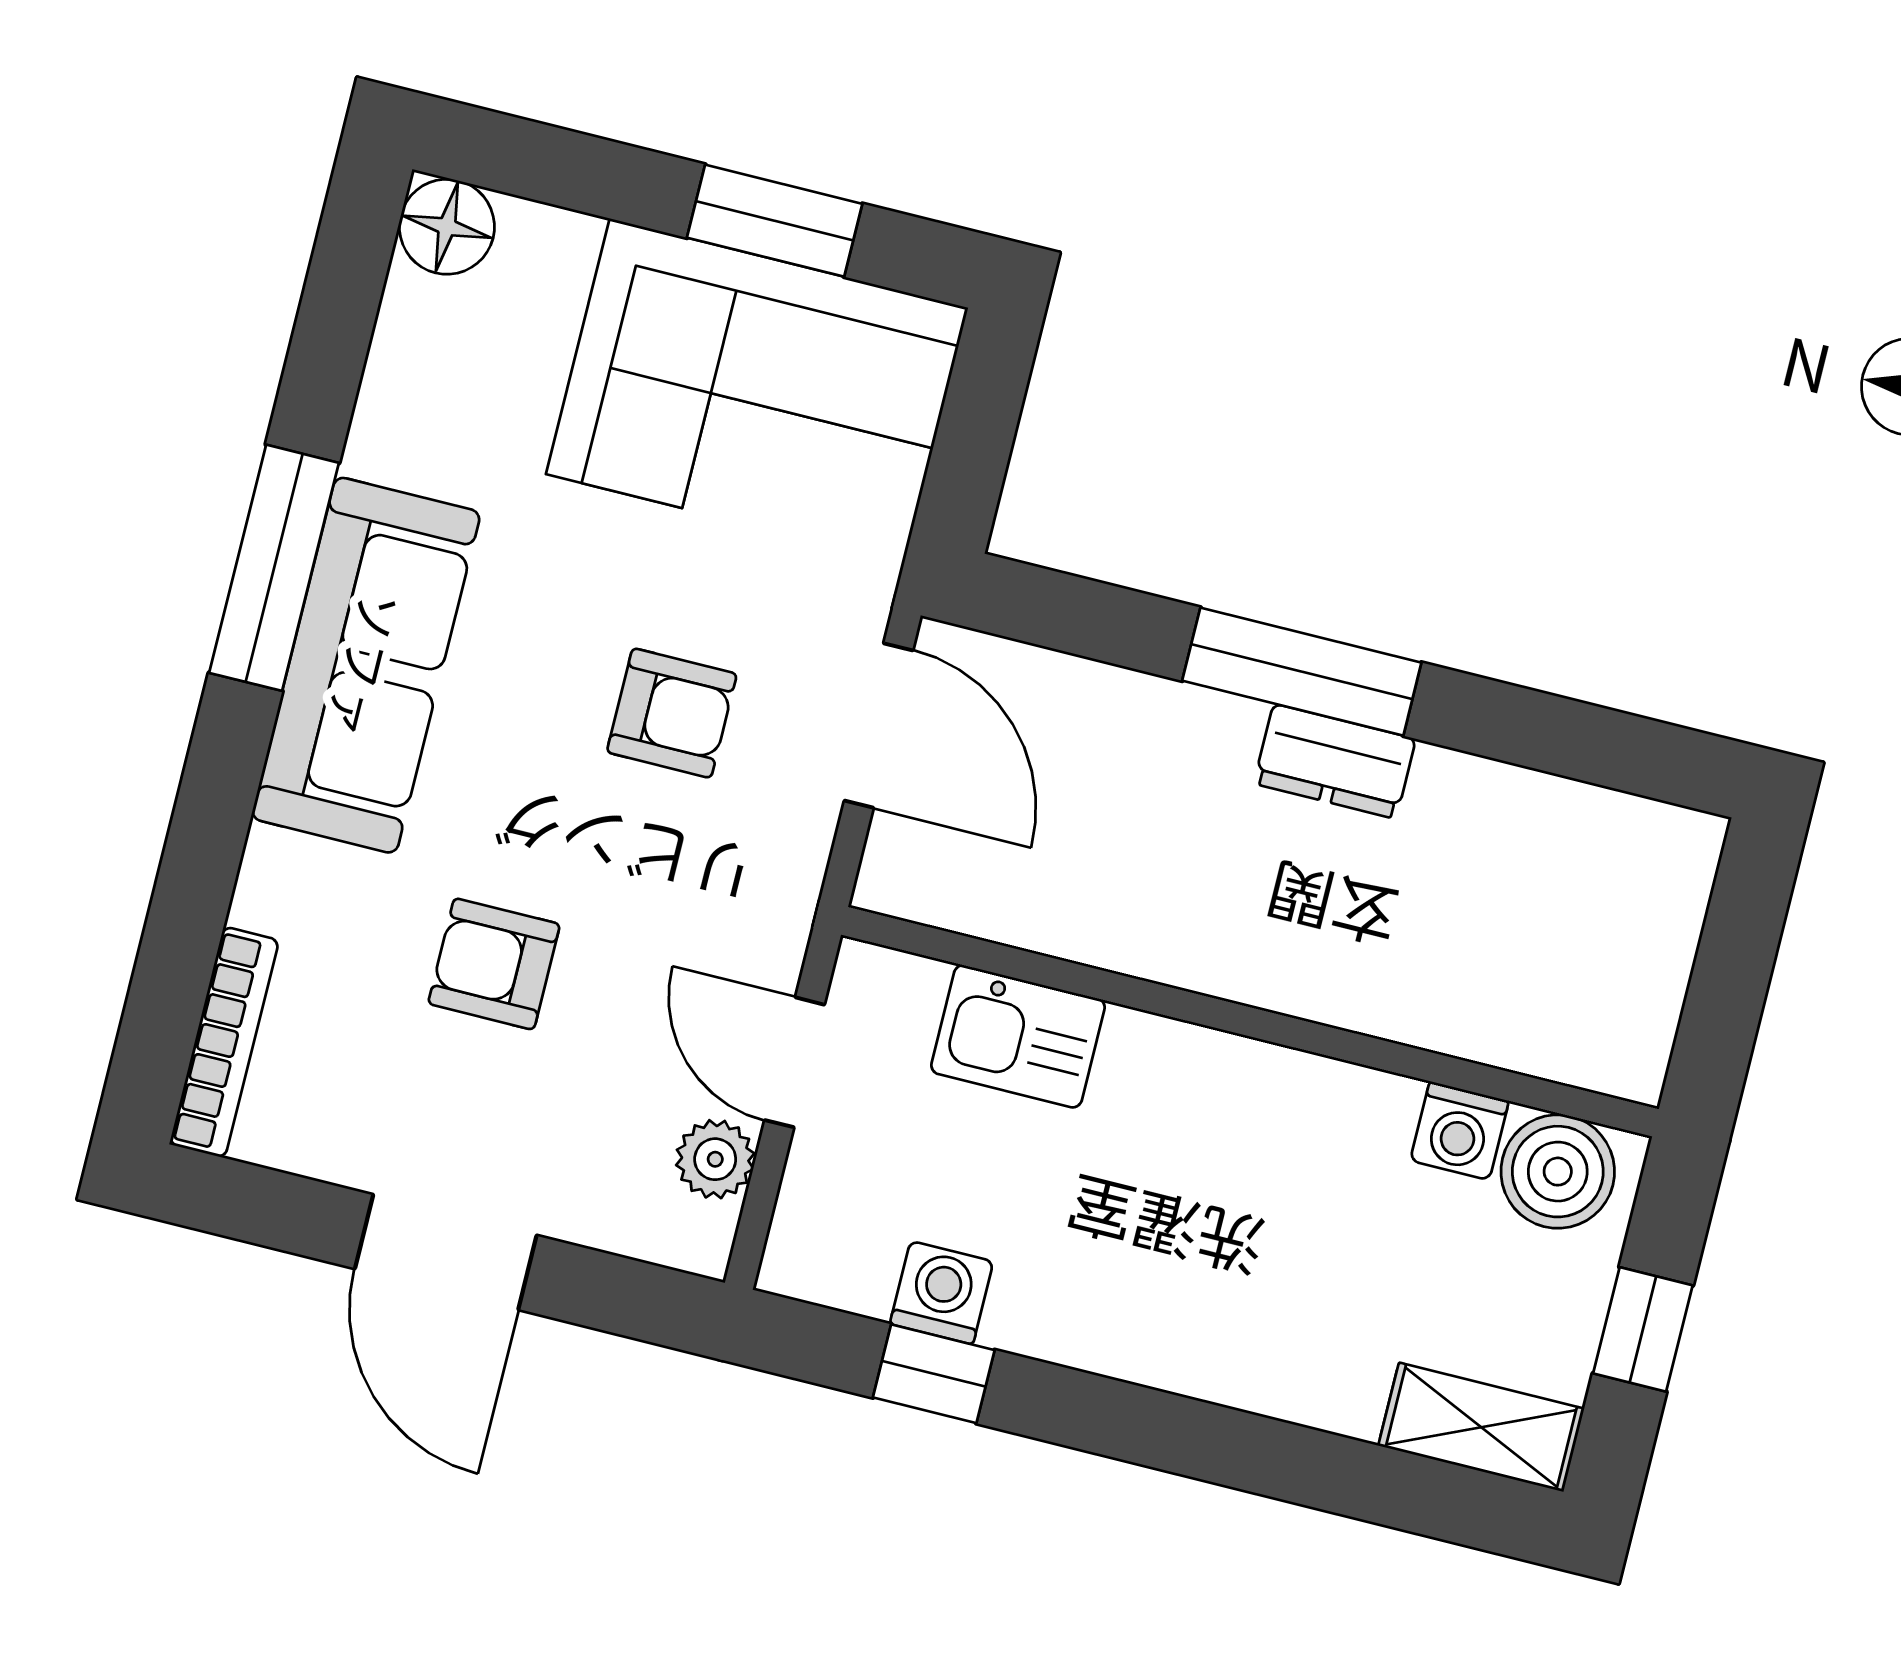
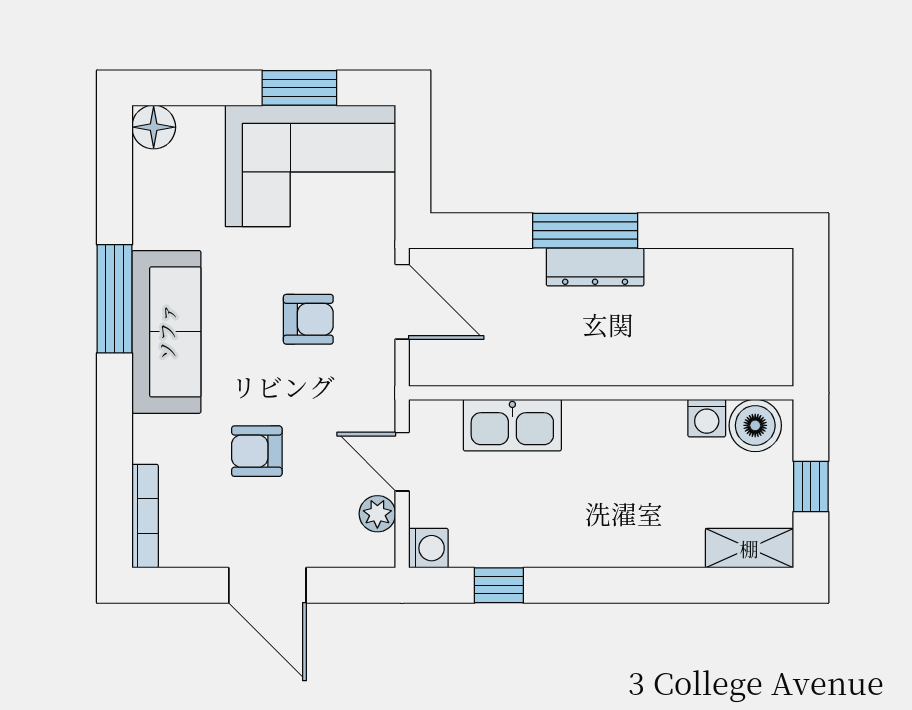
dresser: (1335, 761) -> (595, 267), width x1.44
kitchen sink: (1018, 1036) -> (512, 425), width x1.38
washing machine: (942, 1293) -> (428, 548), moved, turned 90

